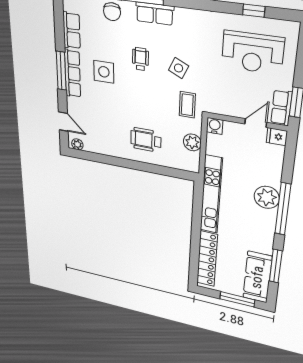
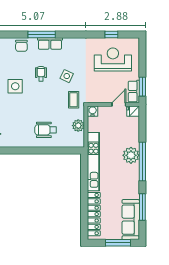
reception desk: (253, 52) -> (113, 59), turned 180

